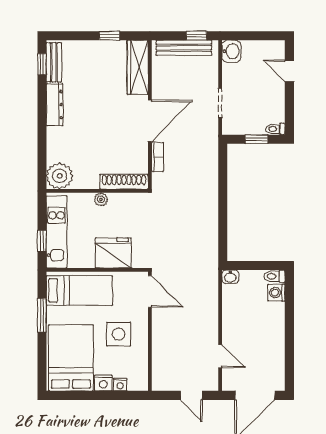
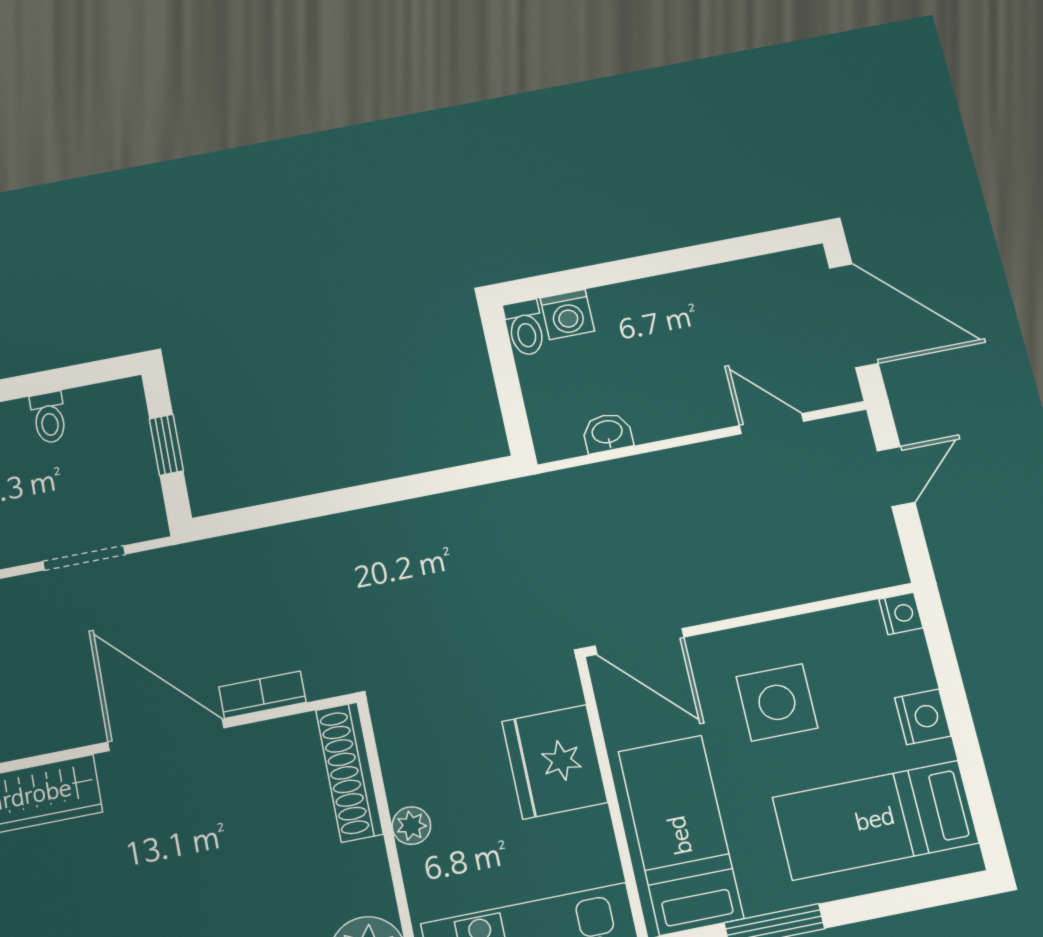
toilet: (275, 129) -> (49, 418), moved
washbasin: (230, 277) -> (607, 433), moved, turned -90
door: (150, 292) -> (639, 641), swing flipped
door: (220, 356) -> (772, 424), hinge flipped
bed: (71, 358) -> (875, 820), width x0.67
nightstand: (120, 385) -> (901, 613), moved

